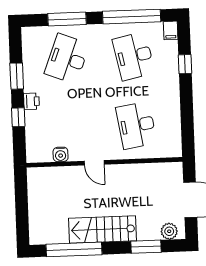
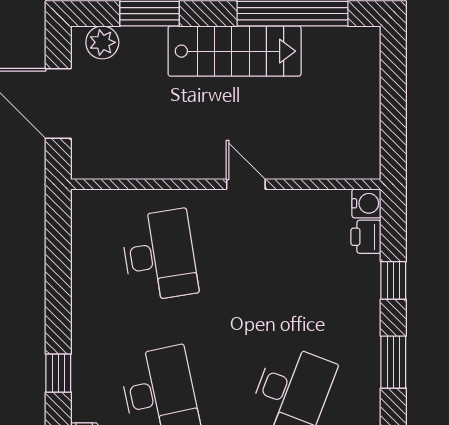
printer: (31, 101) -> (366, 237), moved
water cooler: (61, 154) -> (366, 203), moved, turned 90

